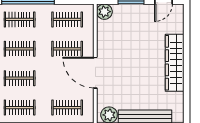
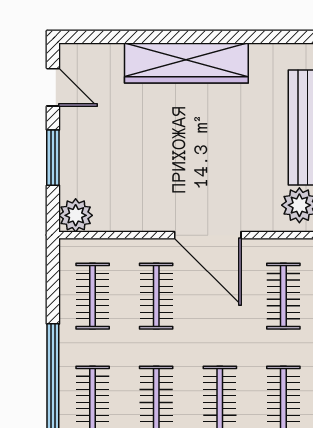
door: (95, 73) -> (208, 235), hinge flipped

